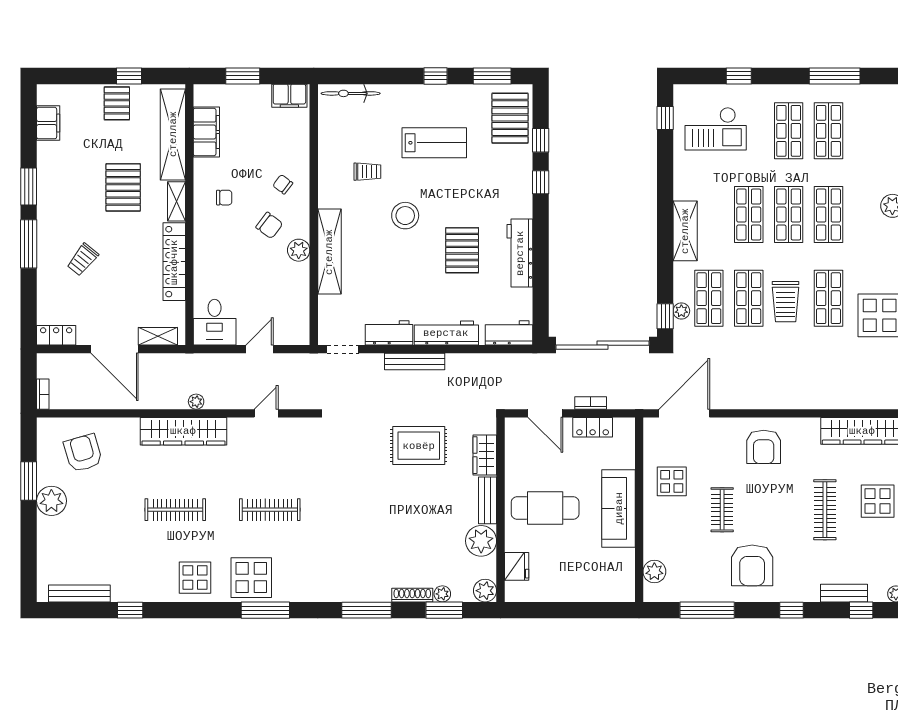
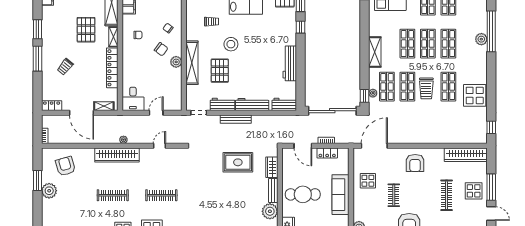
pallet: (462, 250) -> (220, 71), moved

